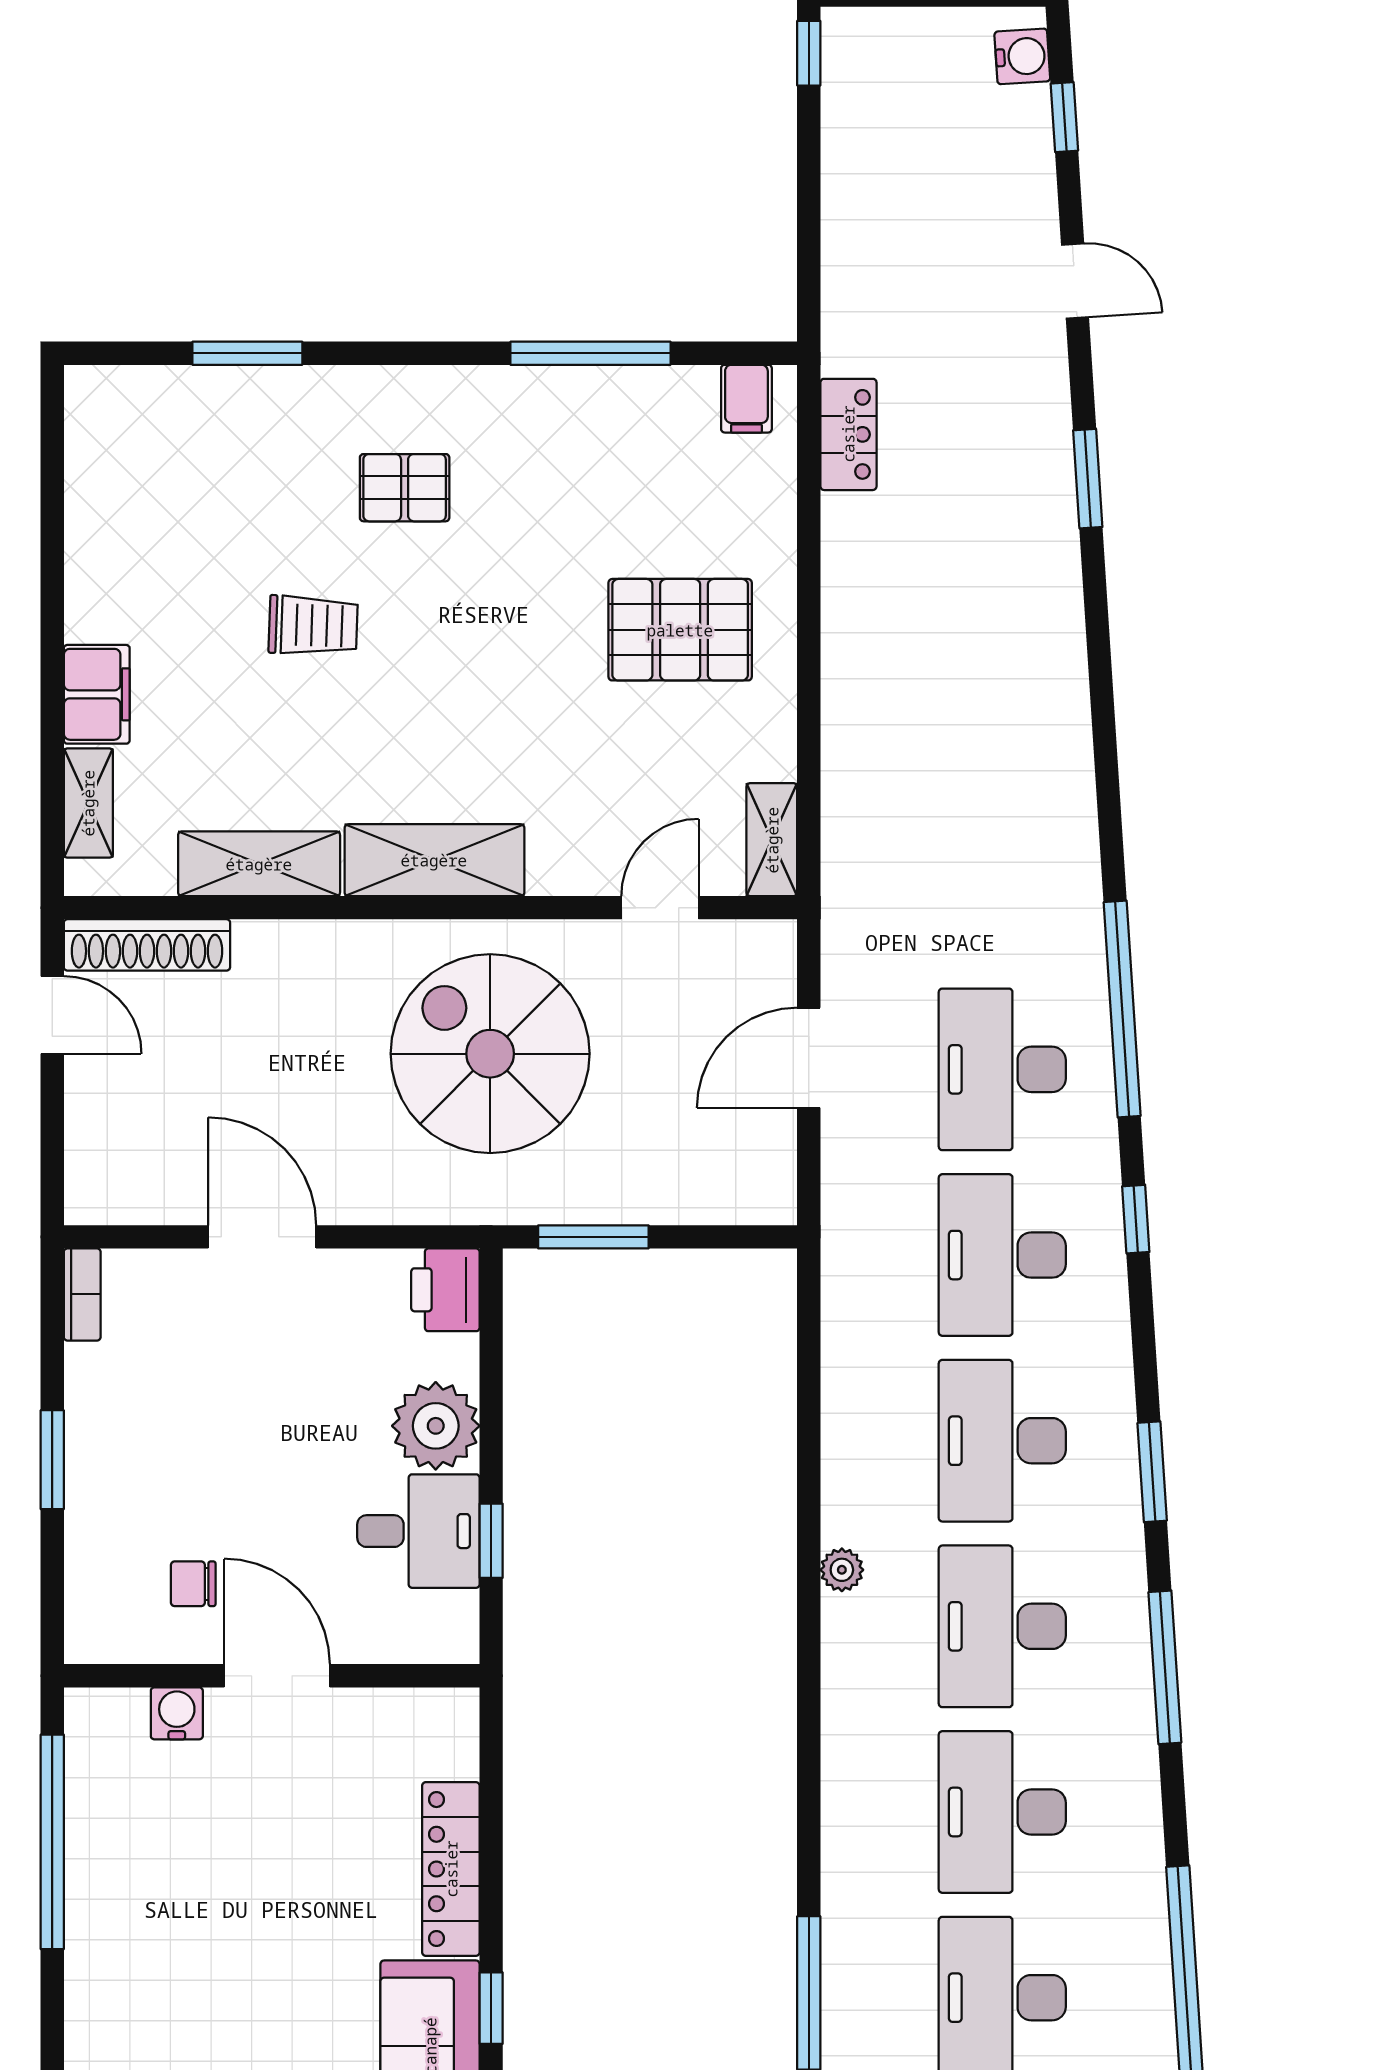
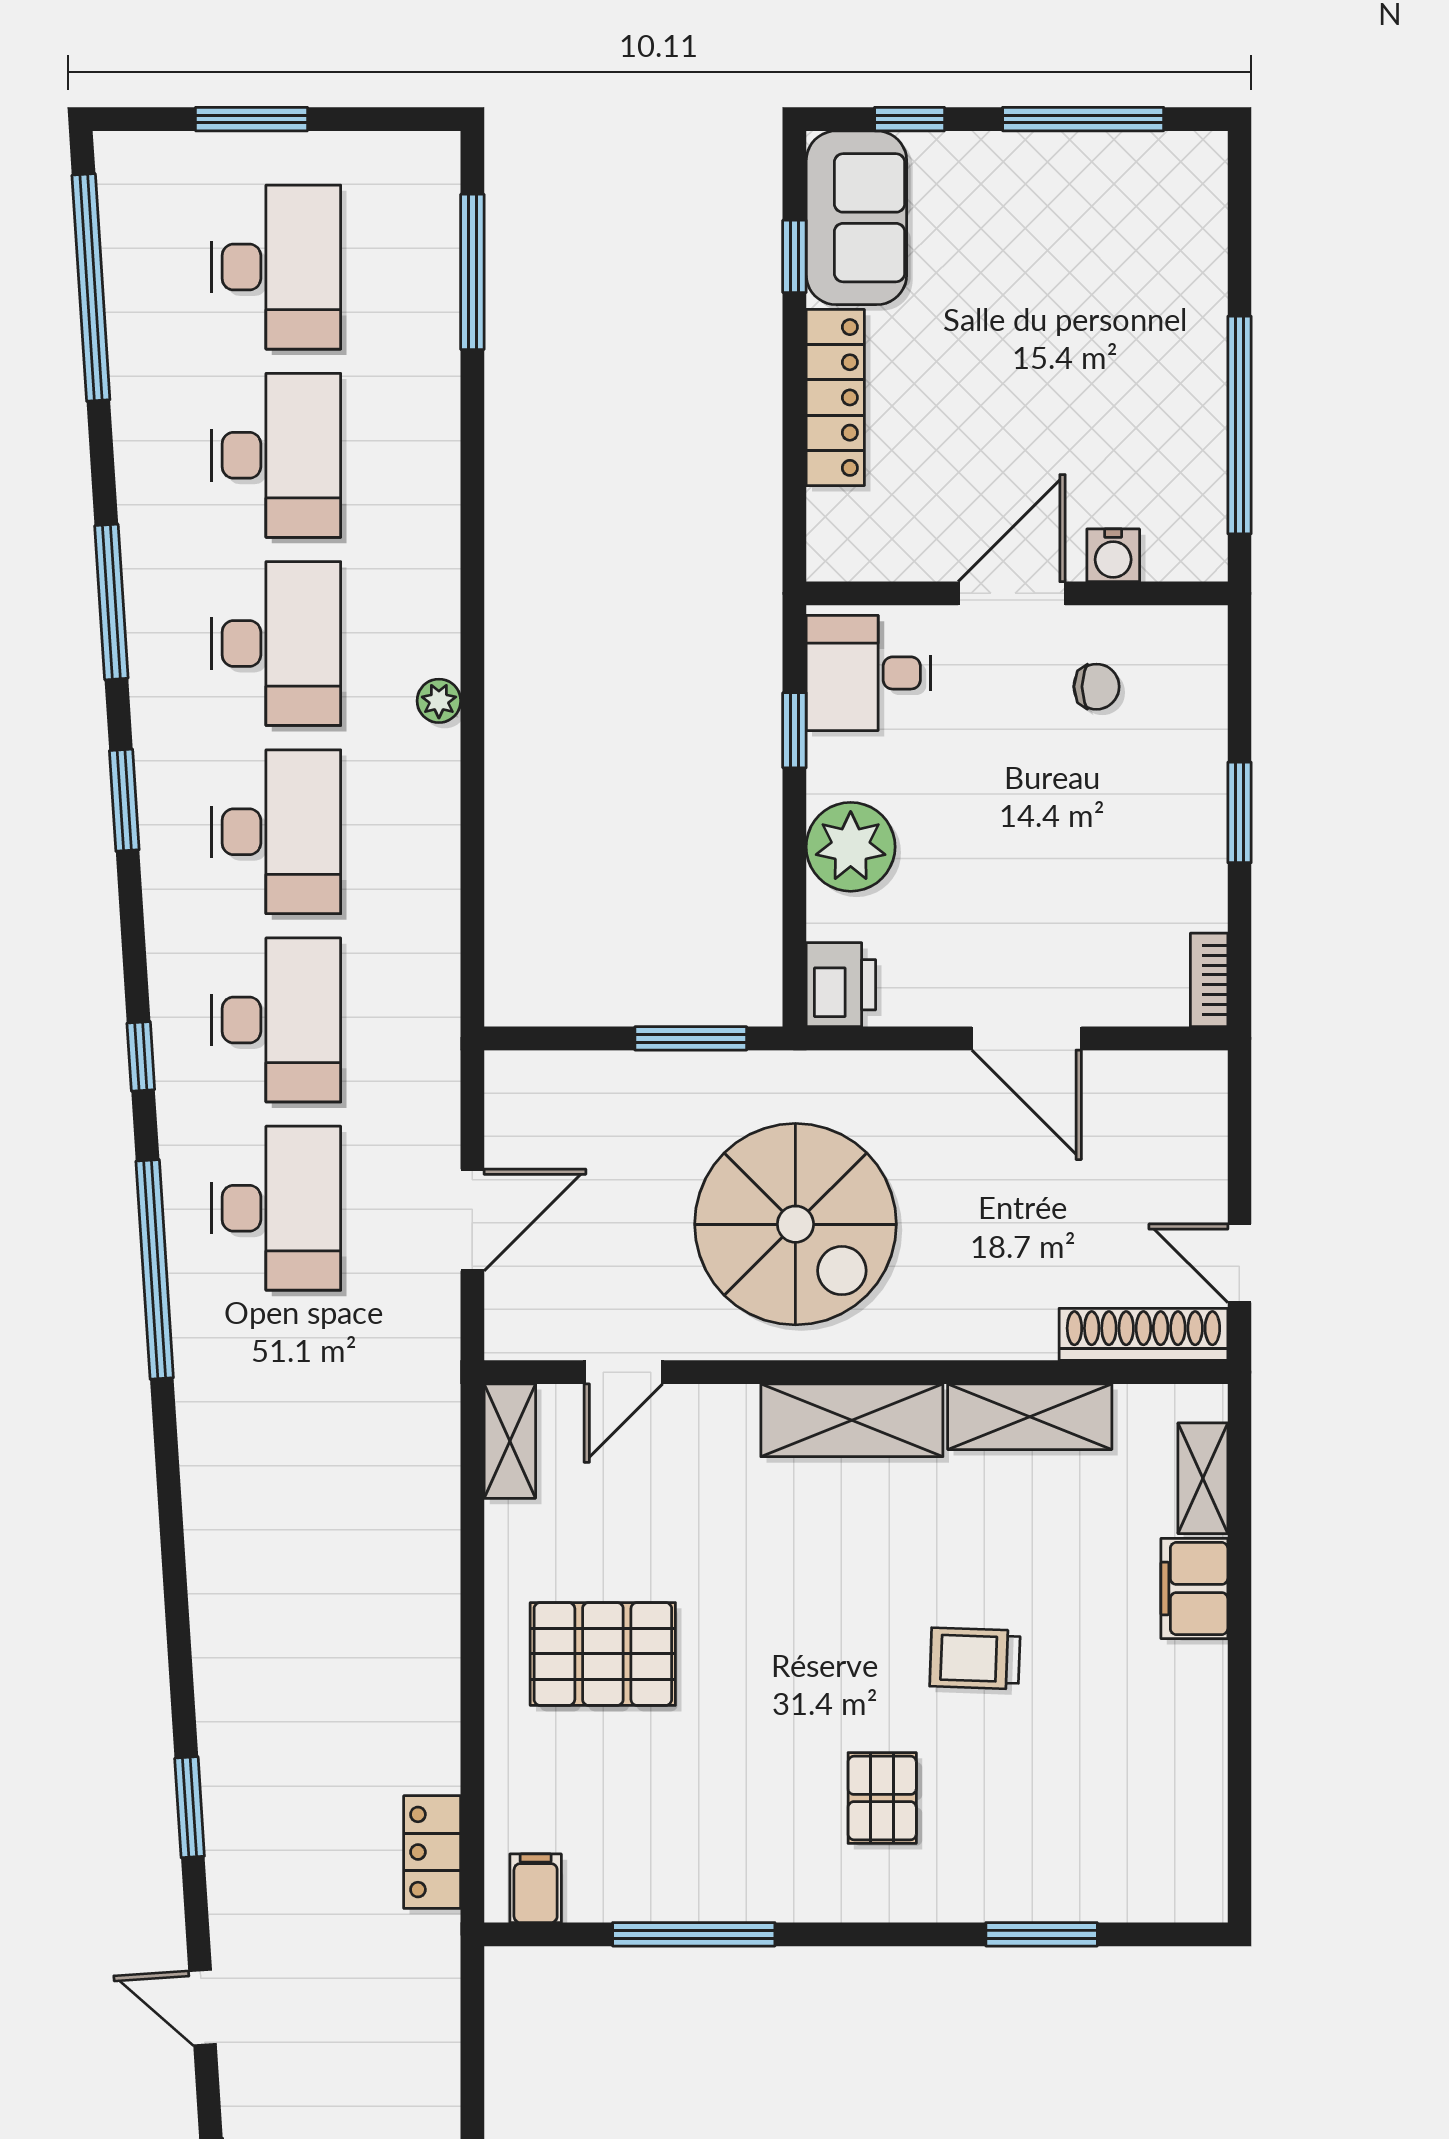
pallet: (405, 488) -> (882, 1798), turned 90
desk: (418, 1531) -> (868, 673), moved
door: (277, 1676) -> (1012, 593), swing flipped

